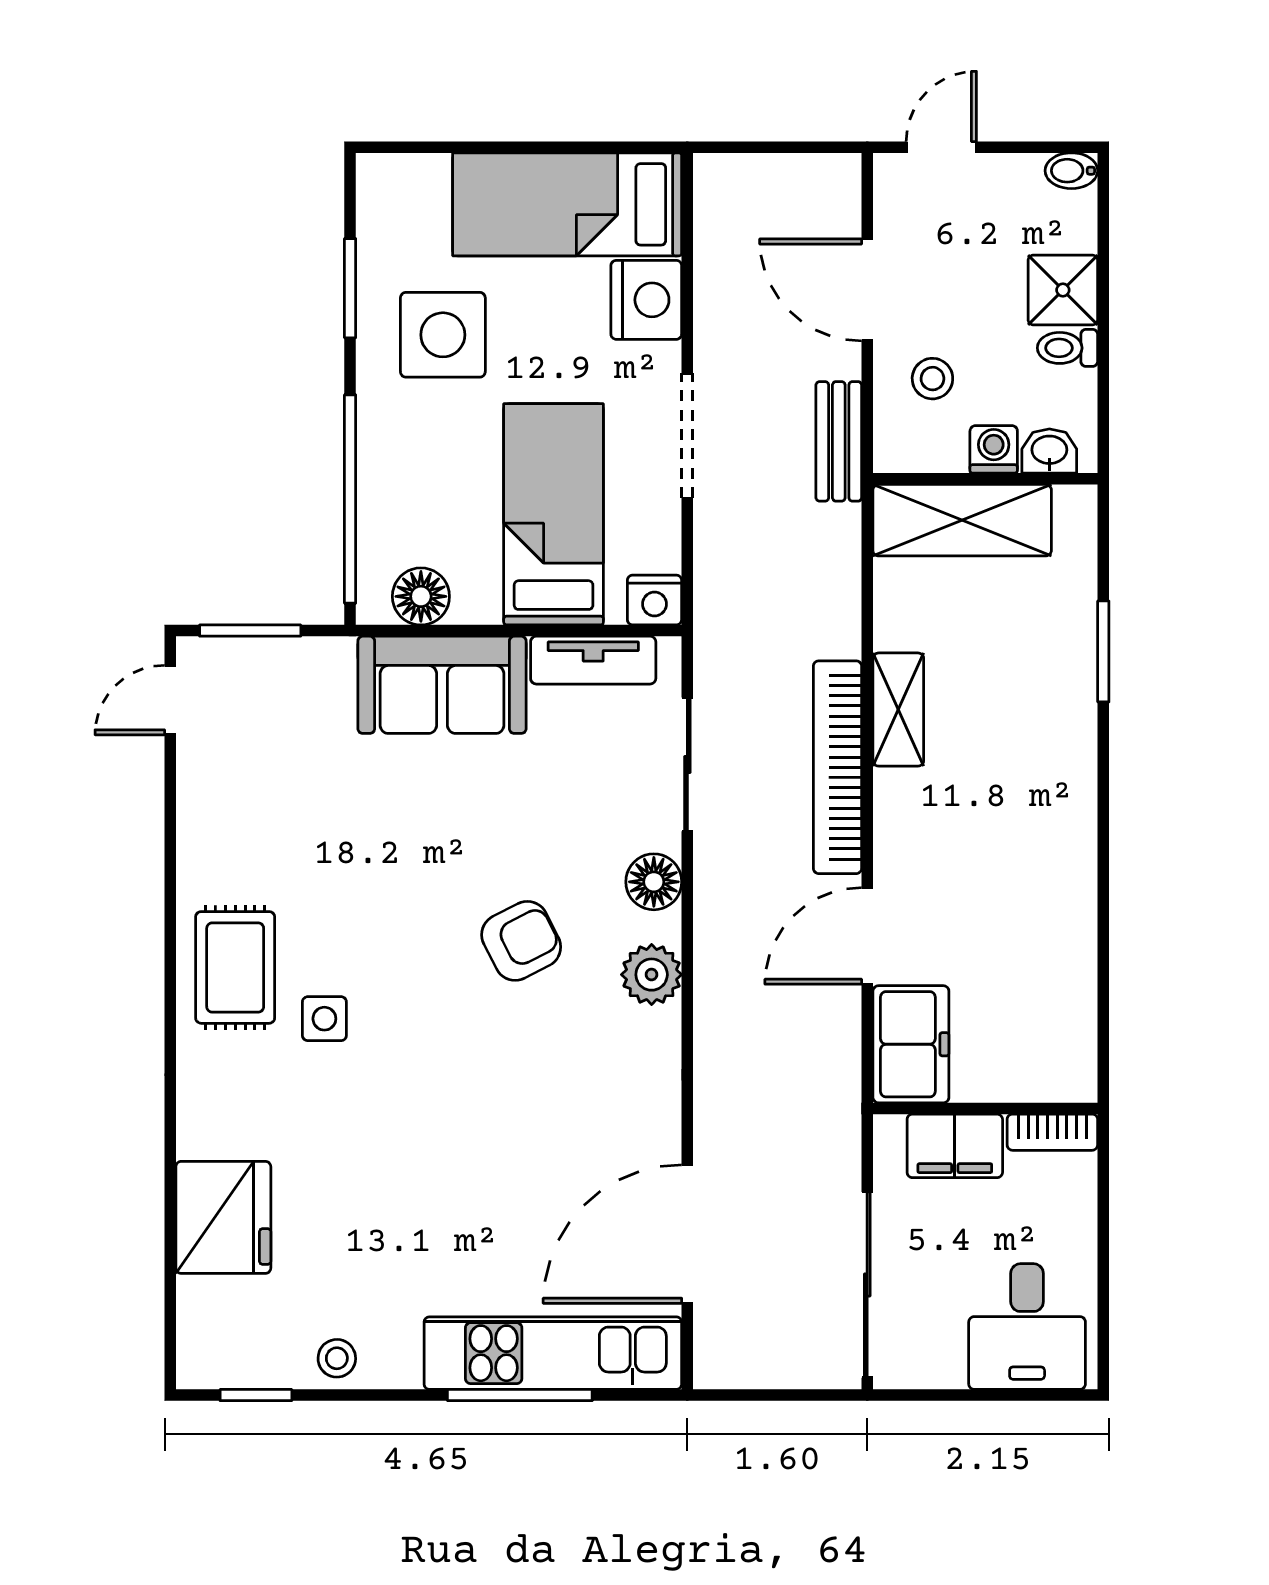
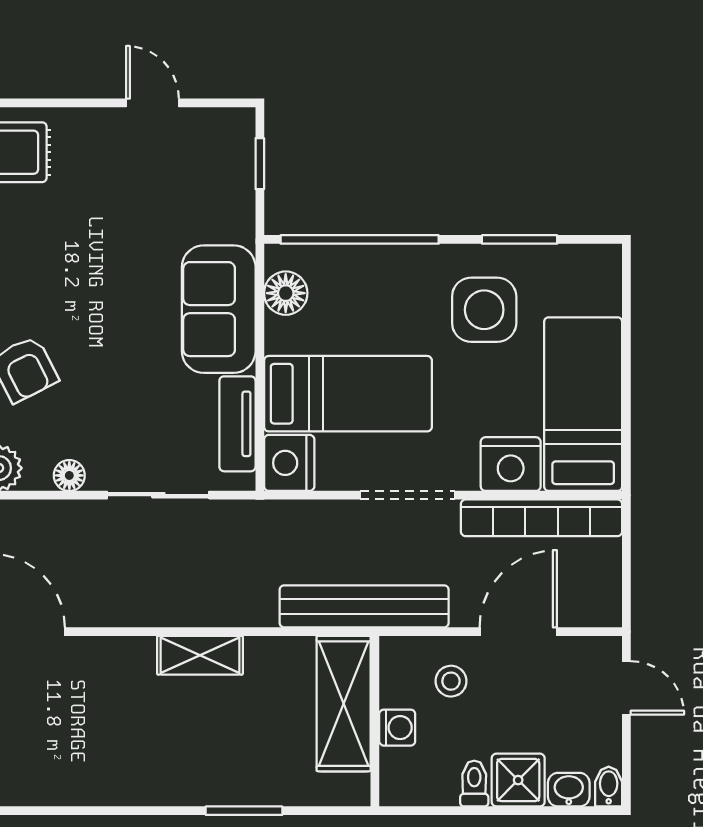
bench: (839, 441) -> (364, 606), width x1.86, depth x1.21
washbasin: (1049, 451) -> (569, 790), moved, turned -90
nightstand: (655, 600) -> (289, 463), width x1.36, depth x1.33
window: (250, 631) -> (260, 164), width x0.67
door: (170, 700) -> (152, 103), moved
bookcase: (837, 767) -> (542, 518), moved, turned 180
floor lamp: (654, 882) -> (69, 475), width x0.73, depth x0.73

